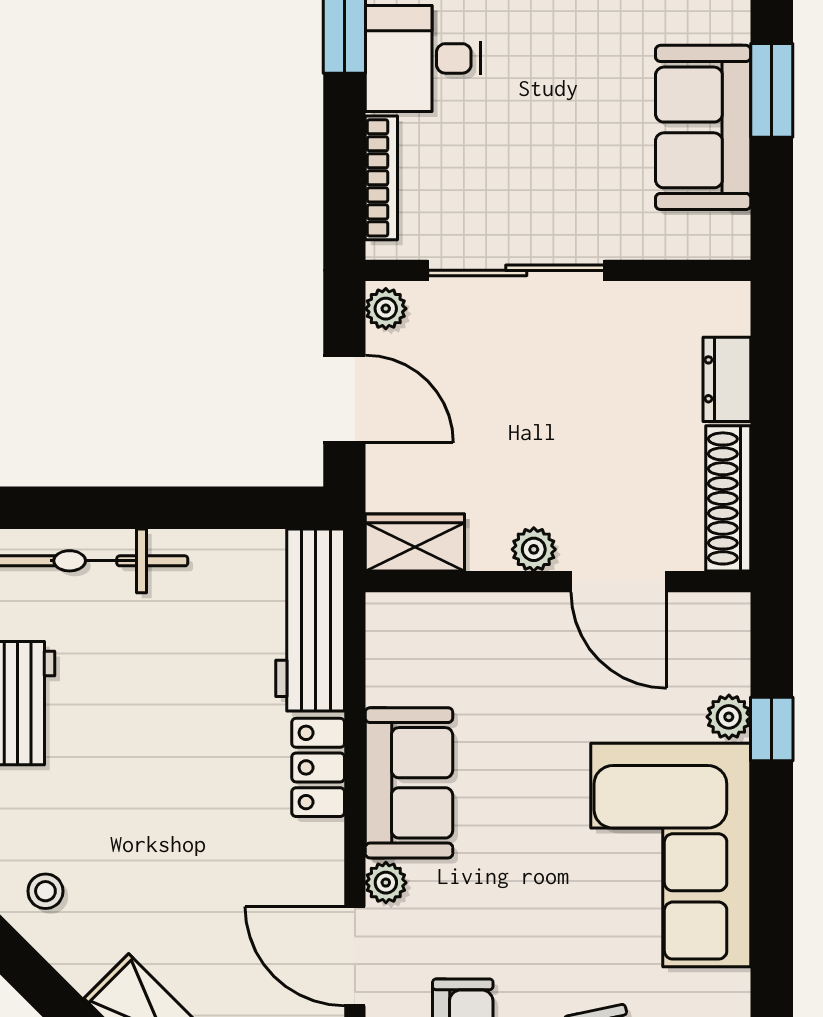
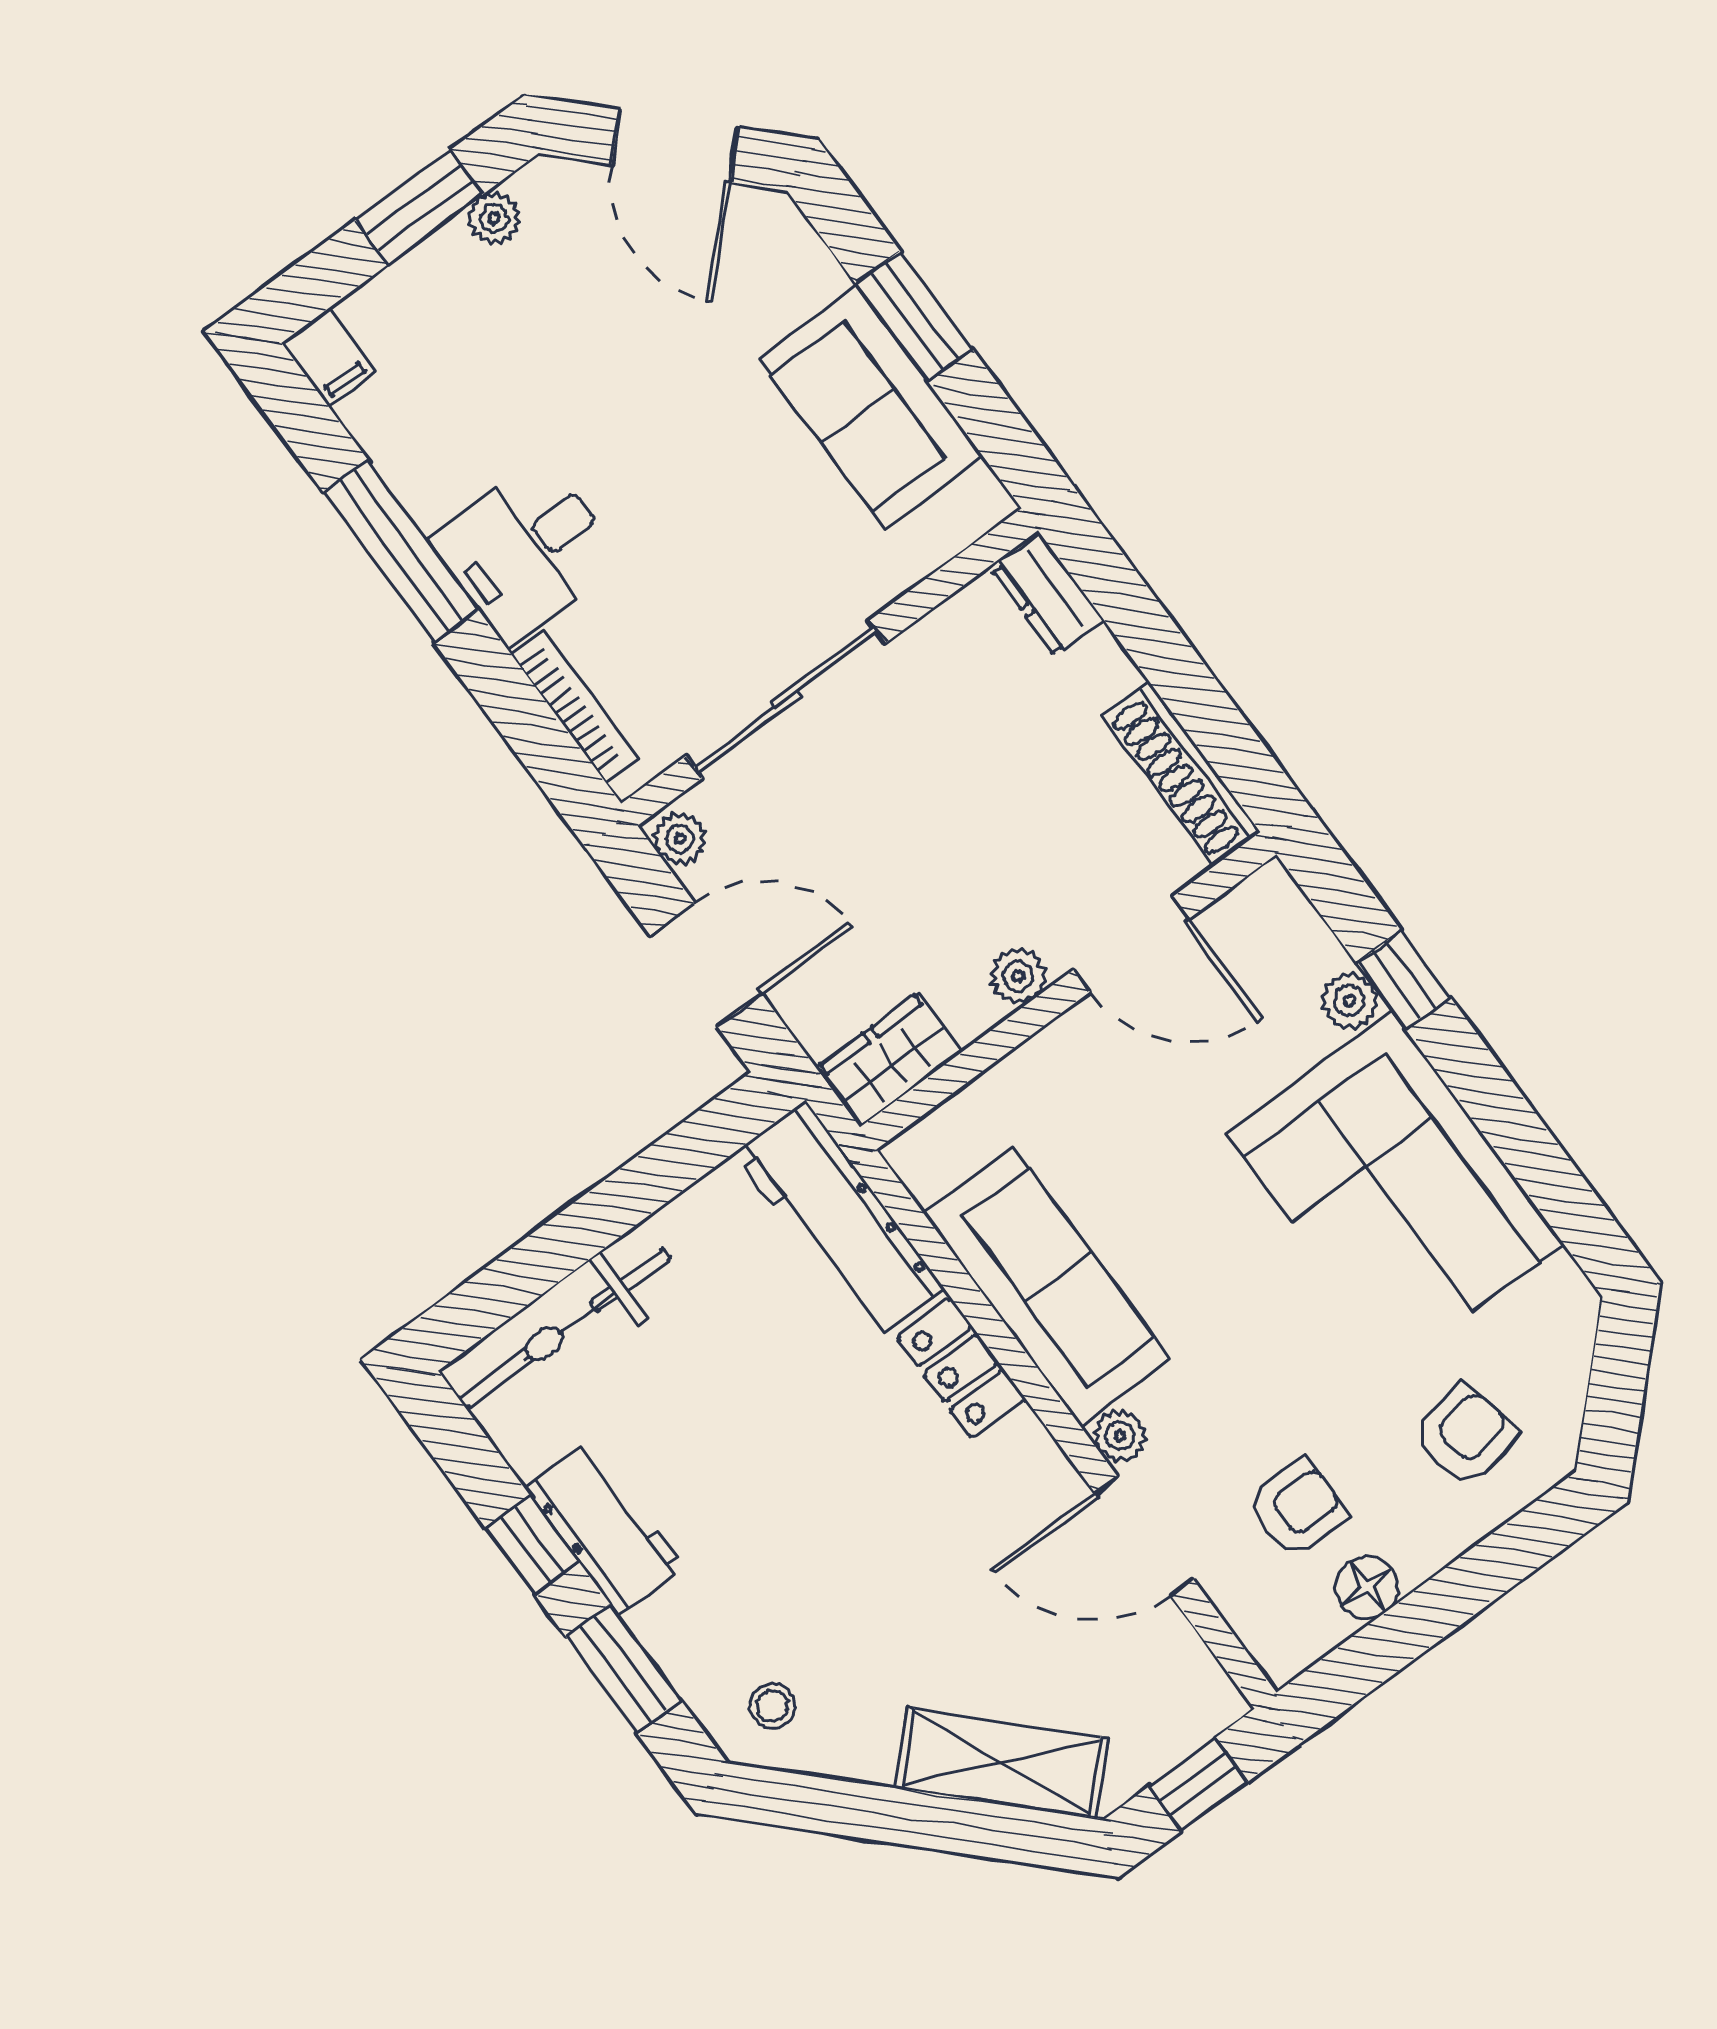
dresser: (727, 379) -> (1047, 595), moved
sofa: (409, 783) -> (1047, 1286), width x1.36

